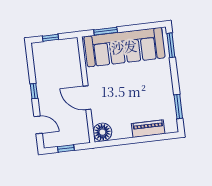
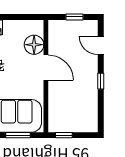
window: (50, 38) -> (64, 135), moved
floor lamp: (102, 132) -> (34, 45), moved

